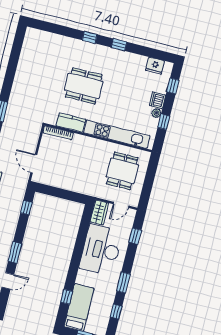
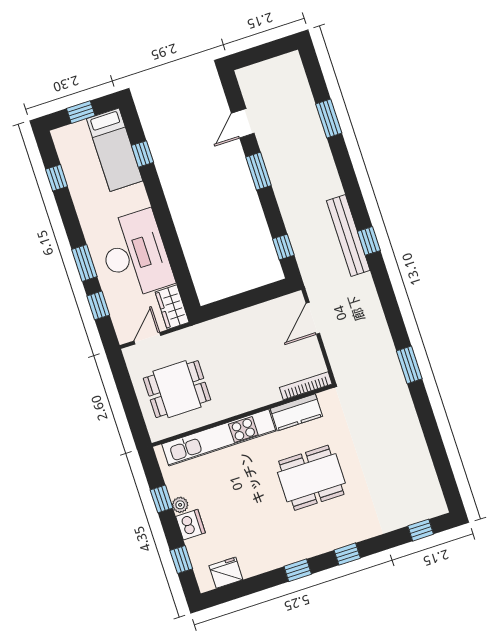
window: (46, 26) -> (421, 530), added
door: (34, 164) -> (313, 318), swing flipped
dining table: (122, 171) -> (177, 389), turned 90
window: (123, 282) -> (84, 263), moved

